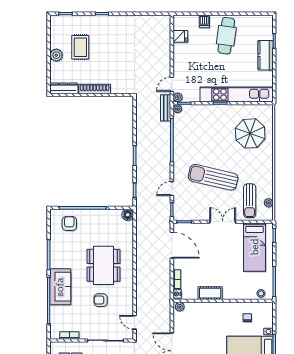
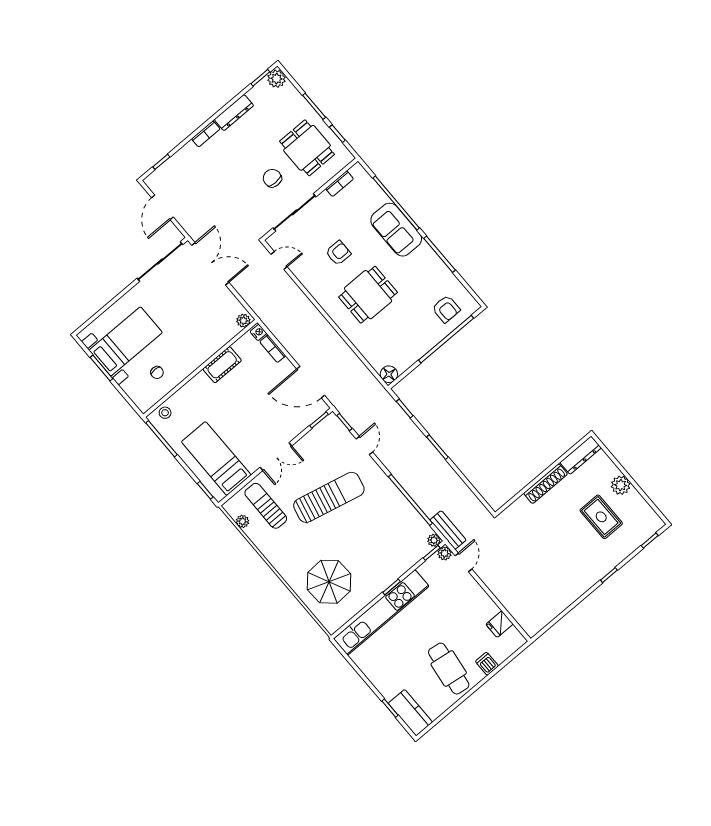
kitchen counter: (266, 55) -> (410, 713), moved
dining table: (104, 265) -> (368, 295), width x0.73

